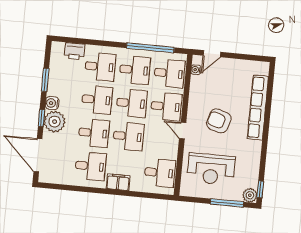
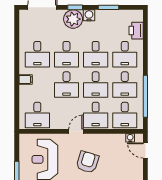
filing cabinet: (118, 182) -> (26, 79), width x0.50

